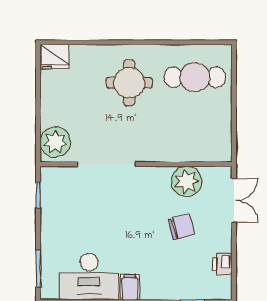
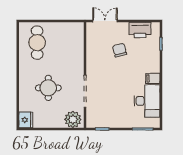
round table: (129, 83) -> (48, 88), moved
plant: (186, 181) -> (95, 47), removed
printer: (222, 264) -> (140, 30), width x1.87, depth x1.48

